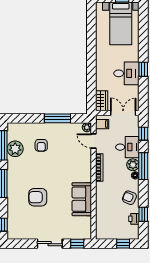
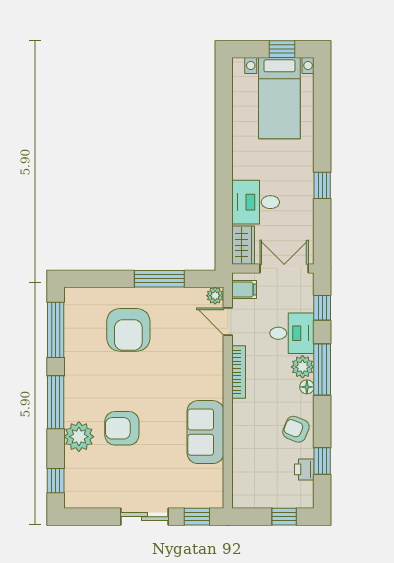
desk: (126, 73) -> (256, 202), moved, turned 180
armchair: (41, 145) -> (128, 330), width x1.88, depth x1.88
plant: (15, 149) -> (79, 437), moved

